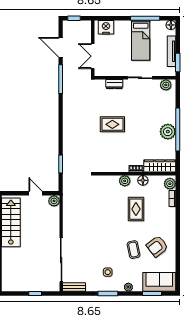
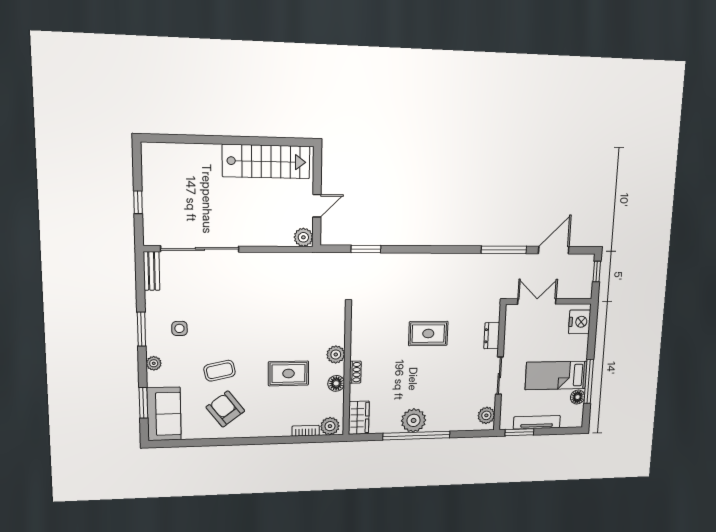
floor lamp: (171, 25) -> (578, 397), moved
rug: (112, 124) -> (428, 334), turned 90
wardrobe: (160, 166) -> (359, 418), width x0.67

